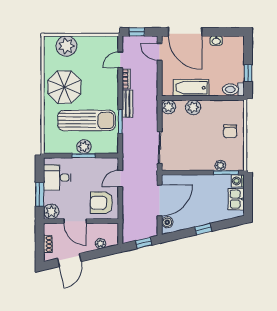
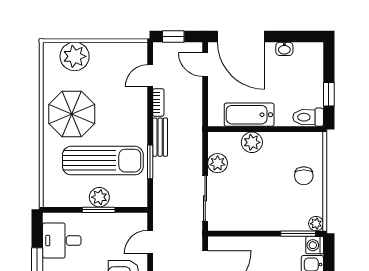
plant: (168, 107) -> (218, 163), moved
plant: (220, 165) -> (316, 224), moved

